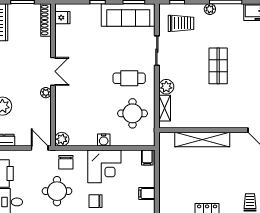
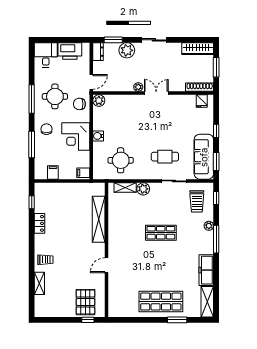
double door: (53, 71) -> (156, 93), swing flipped
cafe table: (129, 78) -> (165, 157), moved, turned 90

